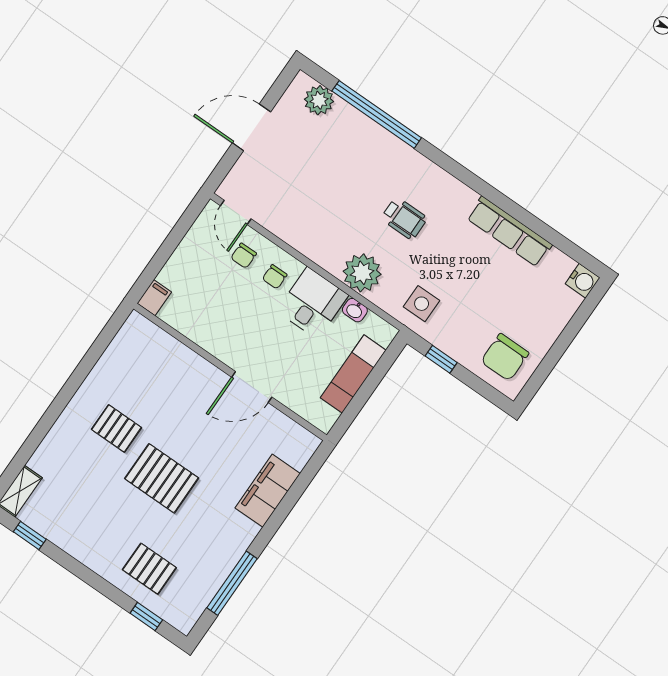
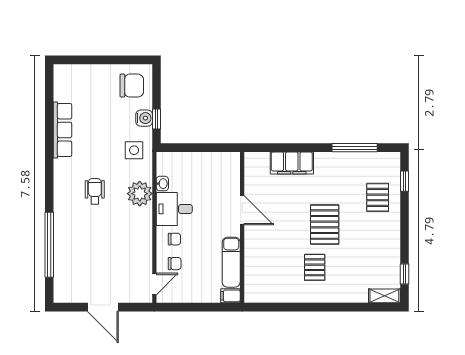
plant: (319, 100) -> (63, 281), removed
water cooler: (583, 281) -> (144, 118), moved, turned 90
exam couch: (353, 374) -> (231, 262), moved, turned 90

